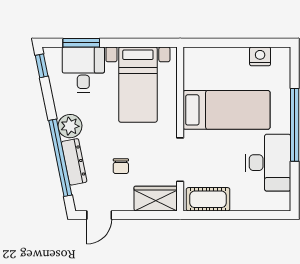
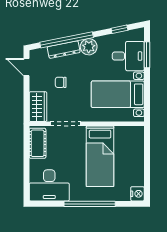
nightstand: (260, 56) -> (137, 194), moved
window: (42, 66) -> (119, 29), moved
desk: (268, 163) -> (49, 185), moved

